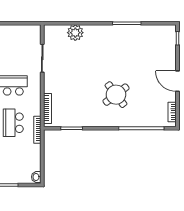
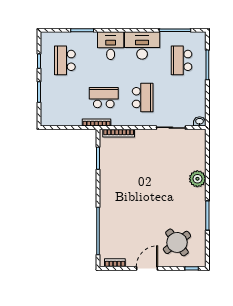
plant: (75, 33) -> (197, 179), moved
round table: (116, 95) -> (177, 242), moved
washbasin: (36, 177) -> (200, 121), moved

